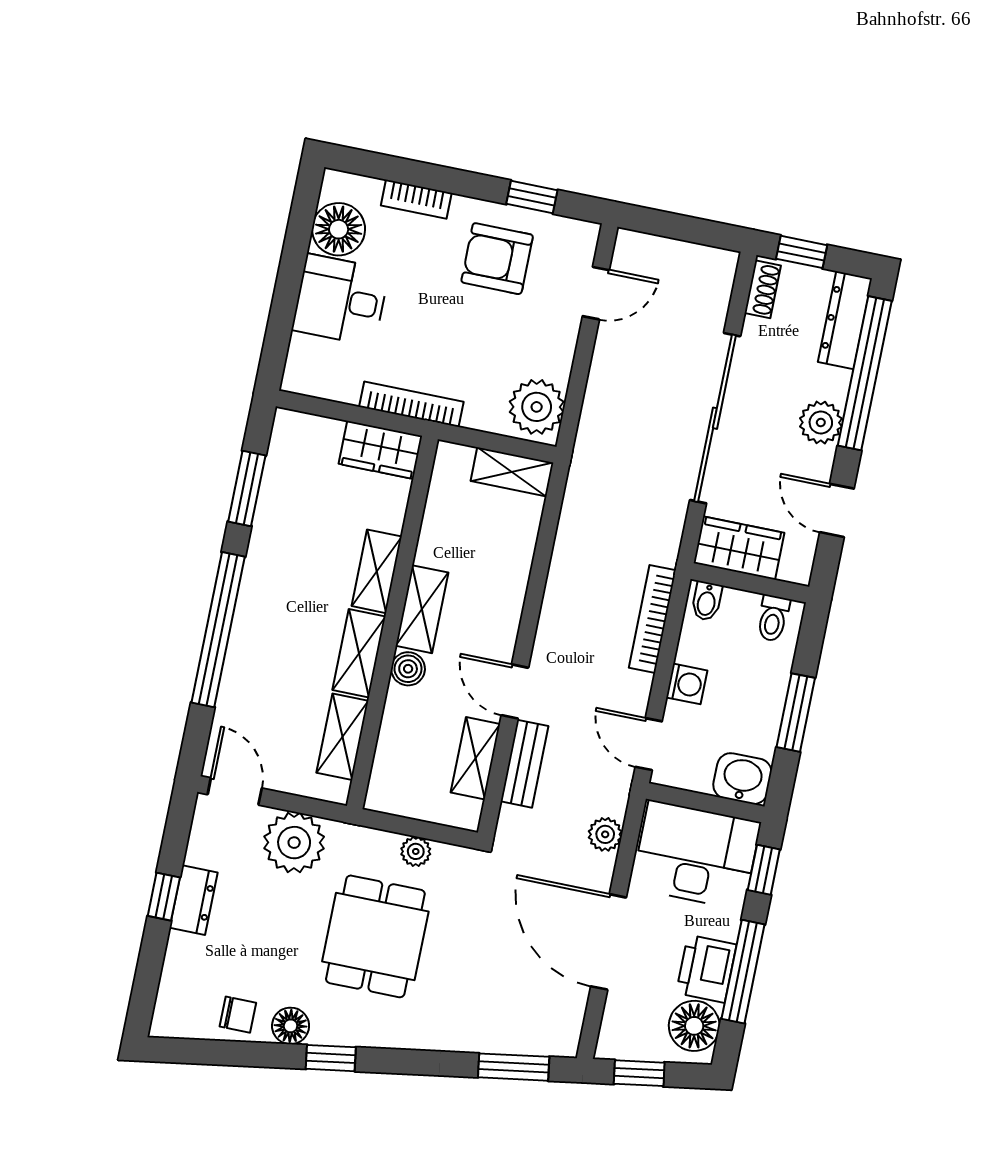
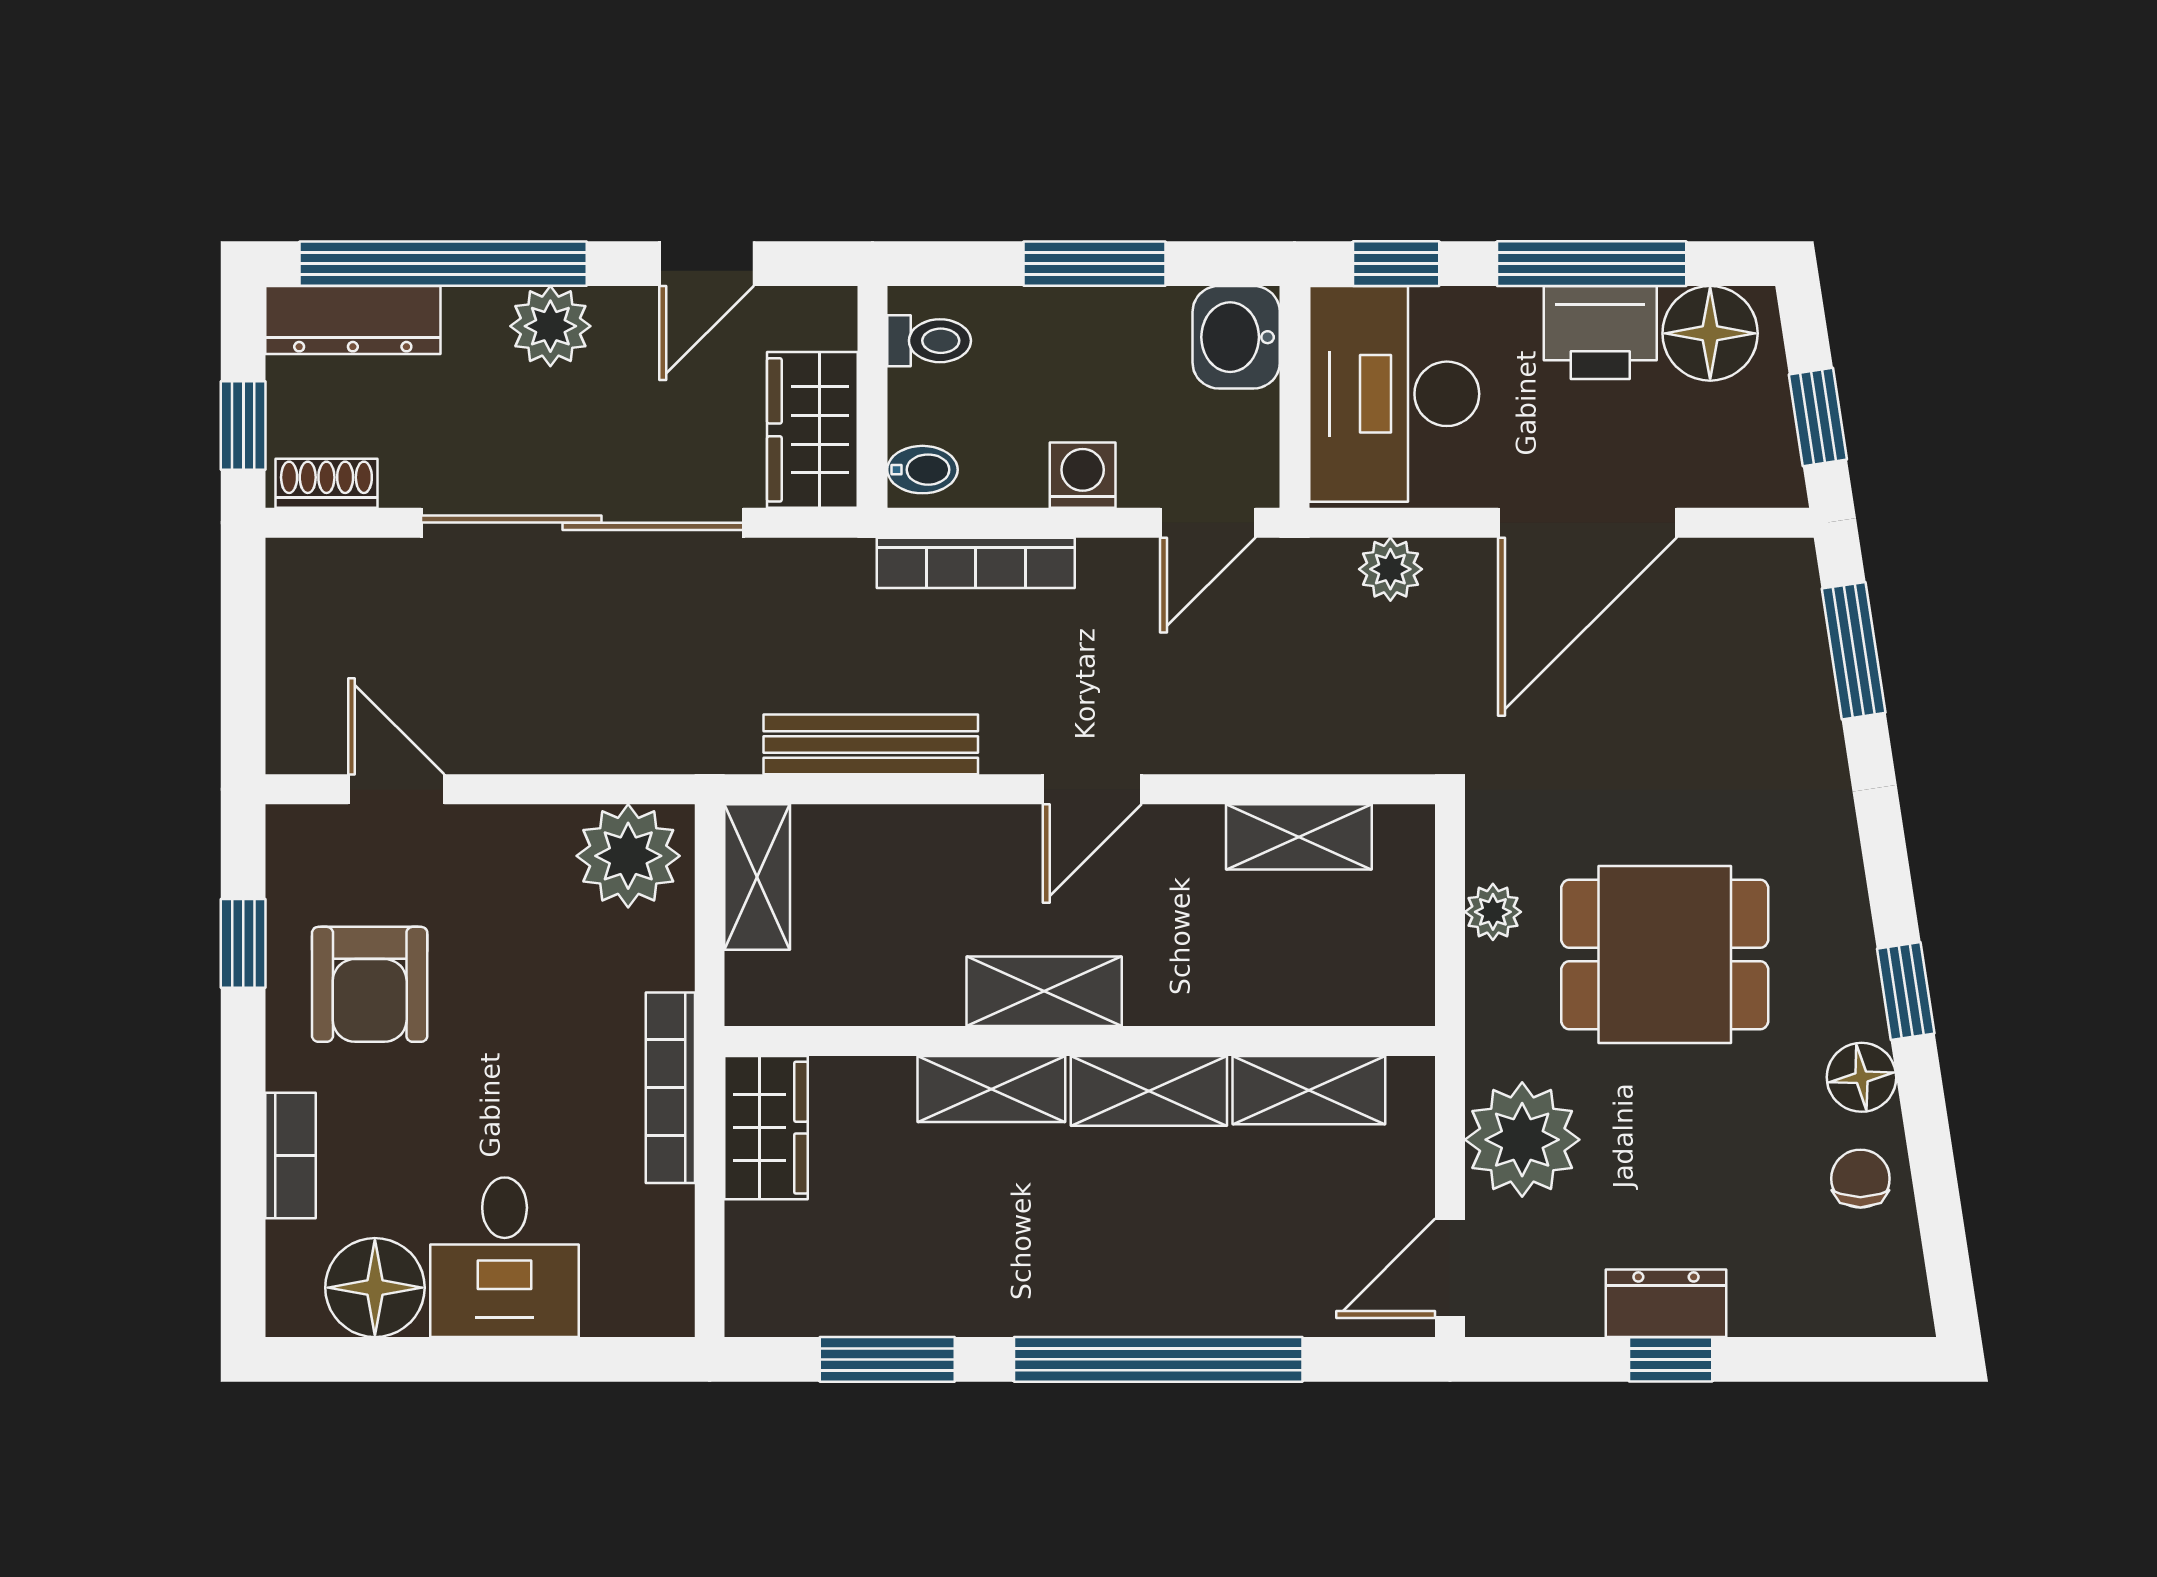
boiler: (408, 669) -> (1159, 995), removed
door: (515, 691) -> (1092, 789), moved
bench: (524, 764) -> (871, 744), moved, width x1.36

